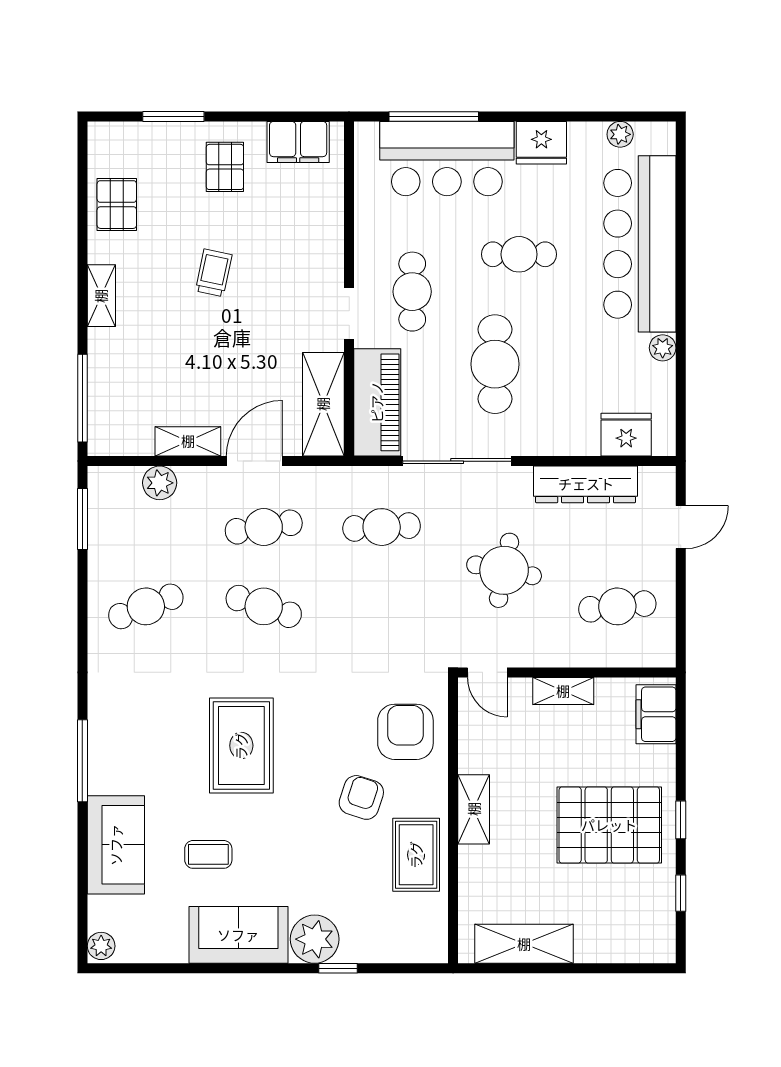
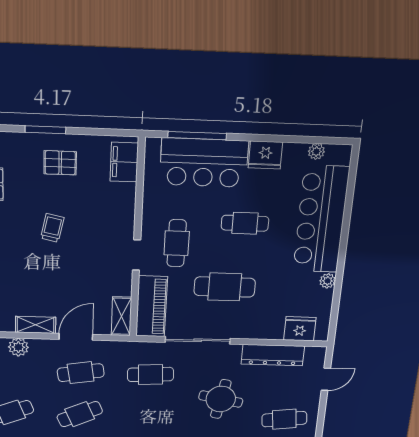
window: (173, 116) -> (45, 130), moved
filing cabinet: (298, 142) -> (124, 162), moved, turned 90
pallet: (225, 167) -> (60, 163), turned 90
cafe table: (495, 364) -> (225, 287), turned 90
shelving: (323, 404) -> (121, 316), width x0.67, depth x0.75
cafe table: (264, 606) -> (80, 414), turned -42

